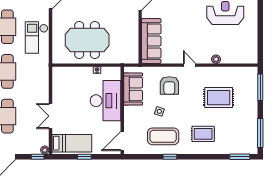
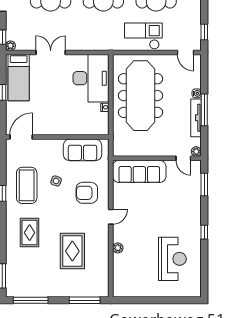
meeting table: (87, 40) -> (140, 96), width x1.36
desk: (105, 101) -> (91, 78), moved, turned -90
door: (122, 141) -> (21, 137), hinge flipped

